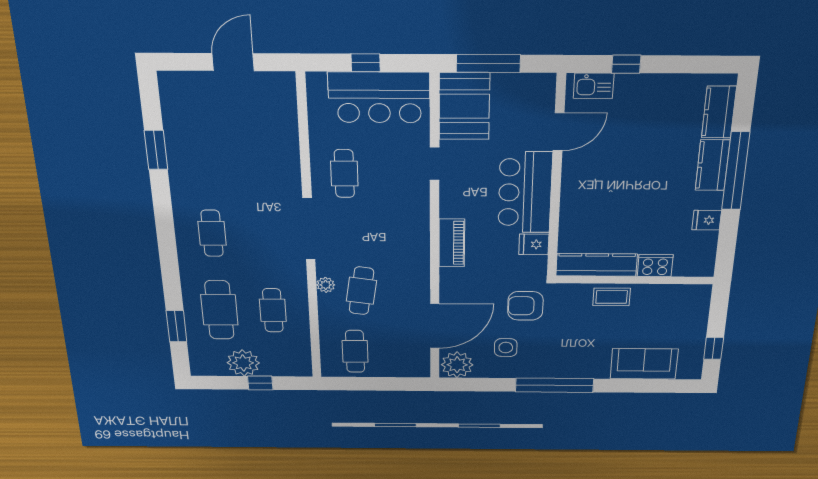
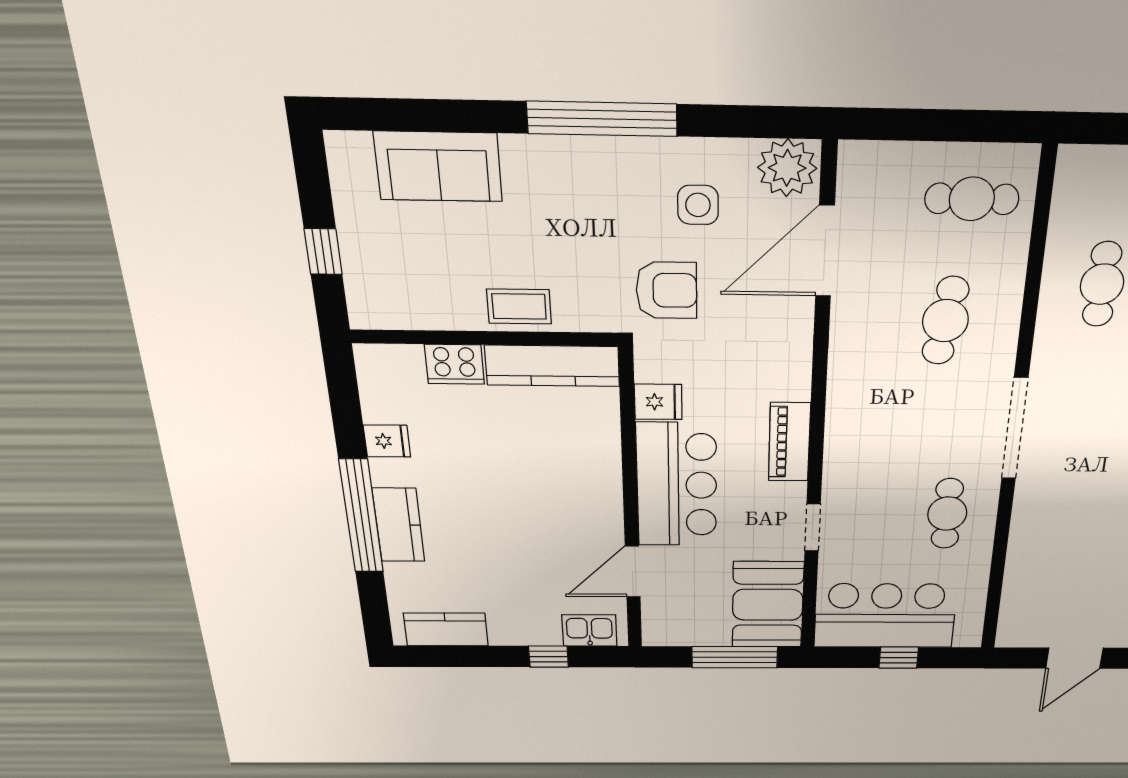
kitchen counter: (719, 112) -> (446, 629), moved, turned -90
piano: (452, 243) -> (789, 442), moved
plant: (326, 285) -> (1004, 332), removed
window: (714, 348) -> (323, 252), moved
cafe table: (355, 351) -> (972, 199), turned 90

